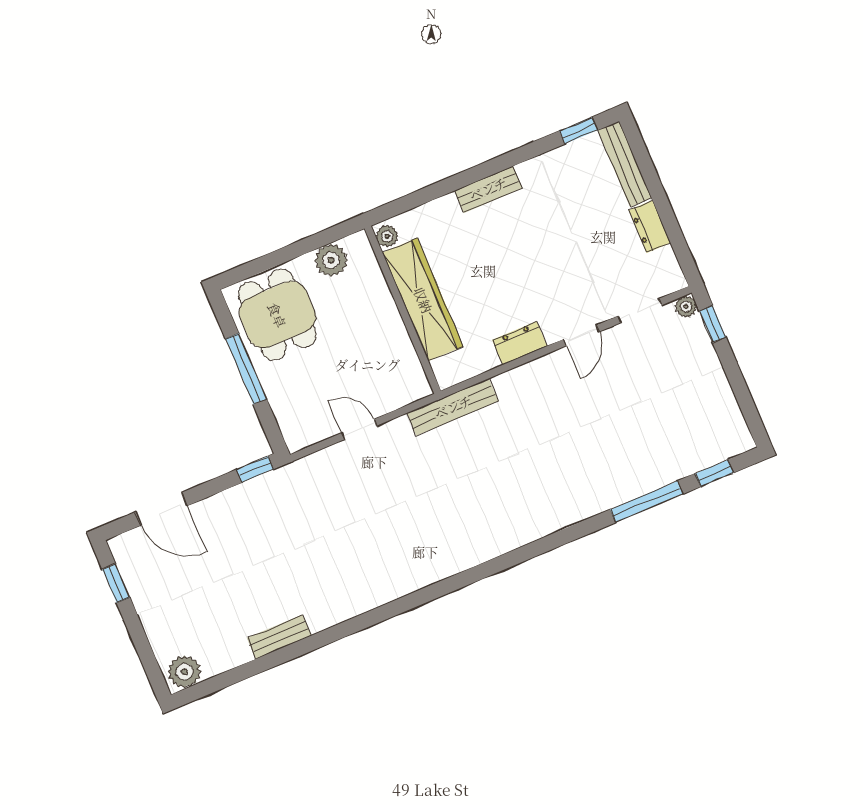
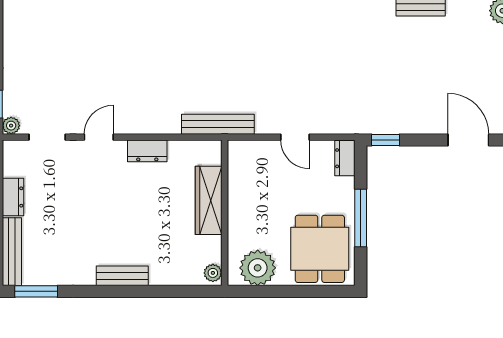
window: (578, 131) -> (36, 291), width x1.50
plant: (331, 260) -> (258, 268), width x1.36, depth x1.36
wardrobe: (423, 300) -> (209, 200), width x0.71, depth x0.85
dresser: (292, 429) -> (345, 158), added

